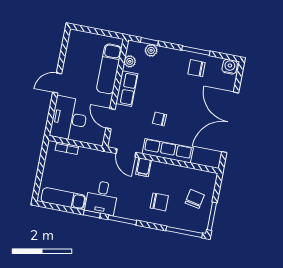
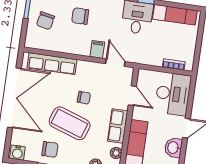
washbasin: (71, 64) -> (173, 148), added
coffee table: (175, 94) -> (70, 123), added
row of seats: (168, 151) -> (52, 64), moved

